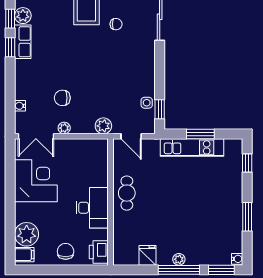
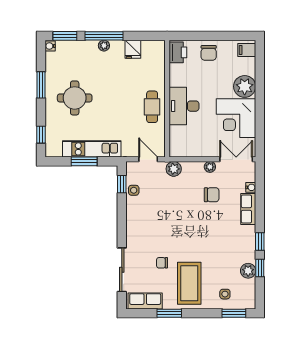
row of seats: (23, 42) -> (248, 209), moved
round table: (211, 203) -> (75, 98), added
desk: (92, 208) -> (184, 106), moved
plant: (27, 234) -> (245, 86), moved

